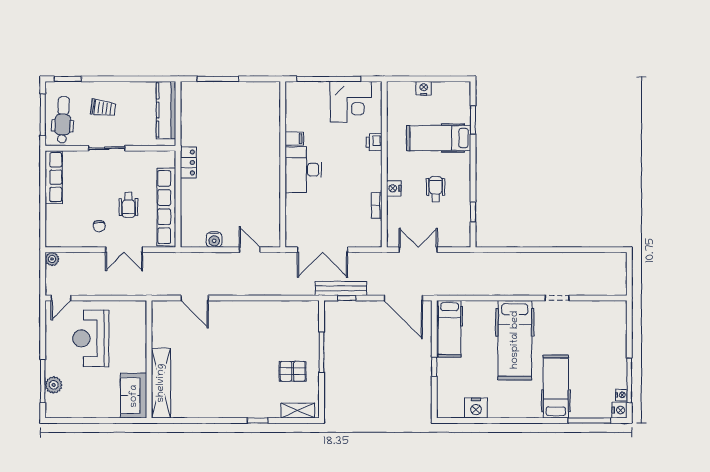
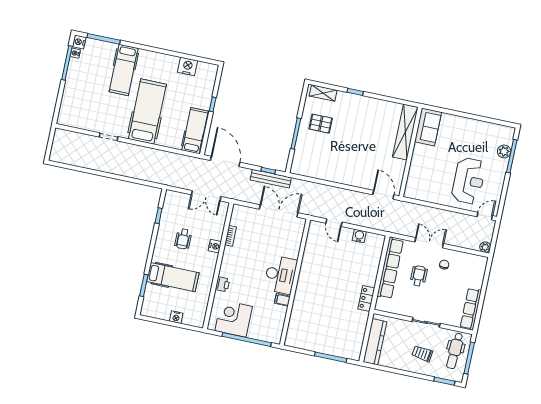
wall: (149, 359) -> (411, 152), moved
shelving: (161, 383) -> (405, 132), moved
sofa: (134, 396) -> (428, 127), moved

